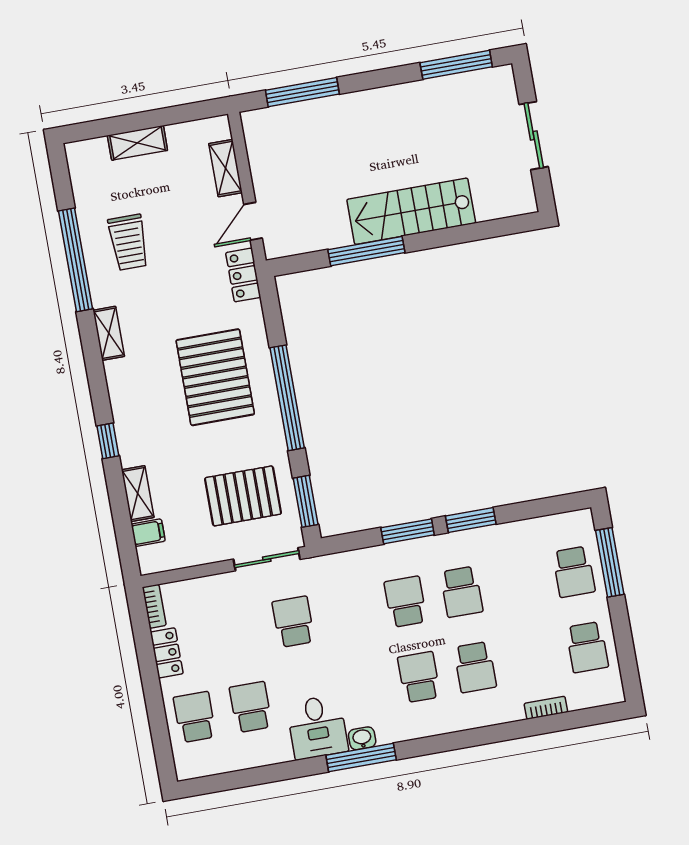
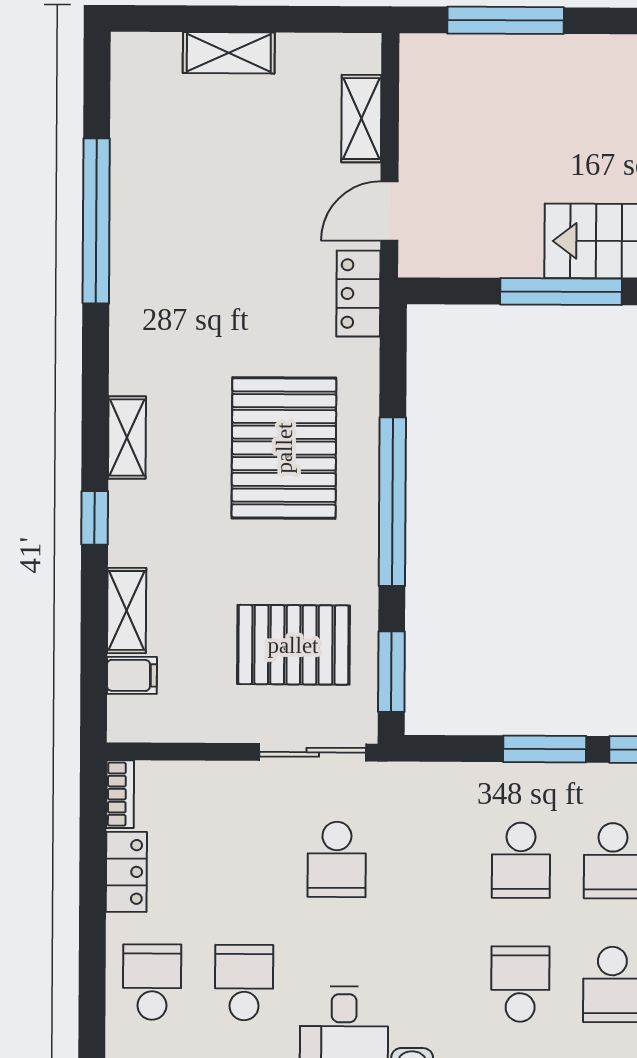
trolley: (128, 242) -> (185, 208), removed
shelving: (109, 333) -> (127, 437), moved
school desk: (405, 602) -> (521, 860), turned 180
school desk: (293, 622) -> (337, 859), turned 180

